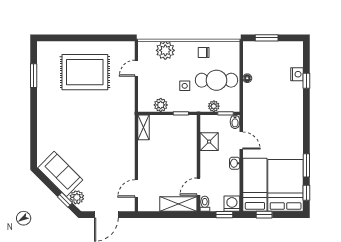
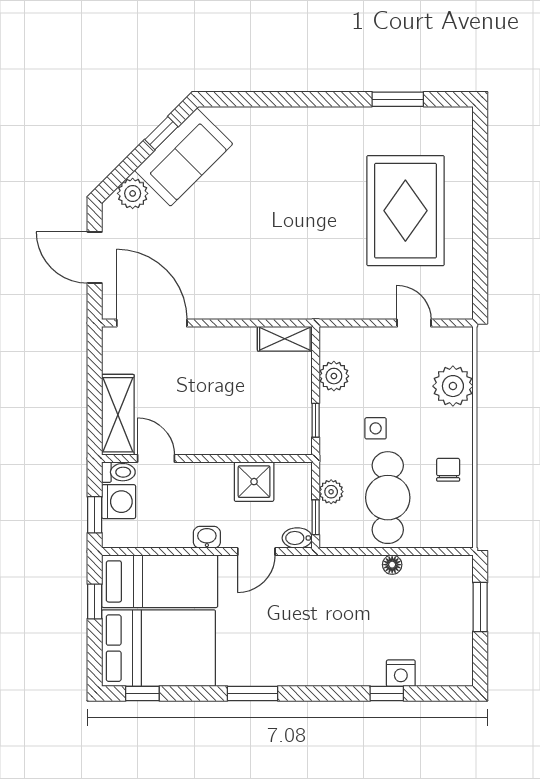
window: (306, 165) -> (253, 694), moved
door: (136, 188) -> (152, 323), width x1.87
window: (65, 200) -> (161, 133), moved
washing machine: (232, 204) -> (119, 502), moved

